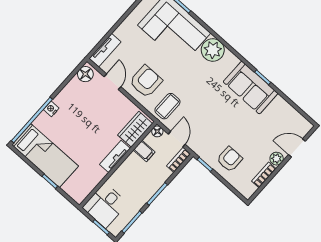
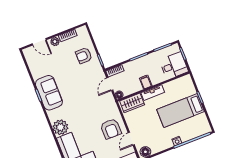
armchair: (146, 81) -> (111, 129), turned -90
coffee table: (167, 106) -> (105, 107), removed
filing cabinet: (144, 151) -> (146, 82), moved
bed: (45, 156) -> (181, 111), moved, turned -90

